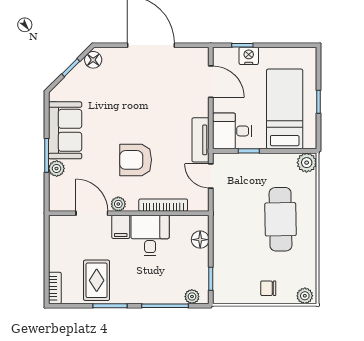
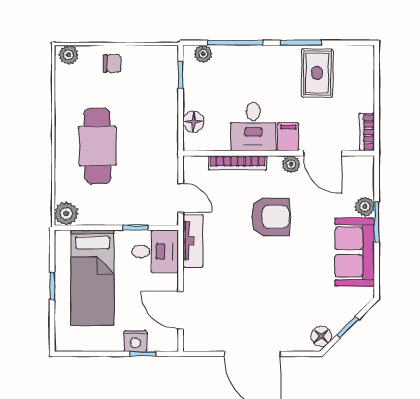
bookcase: (55, 288) -> (367, 132), moved

